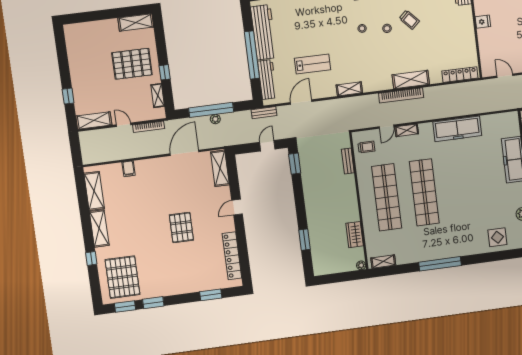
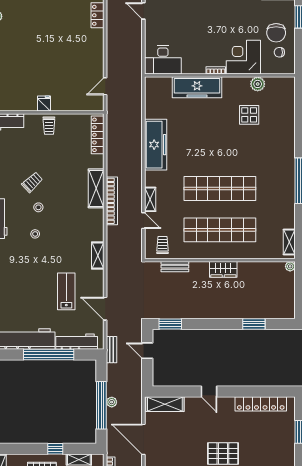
trolley: (463, 29) -> (49, 126), added
wardrobe: (355, 235) -> (223, 269), moved
display table: (497, 237) -> (249, 115), moved

